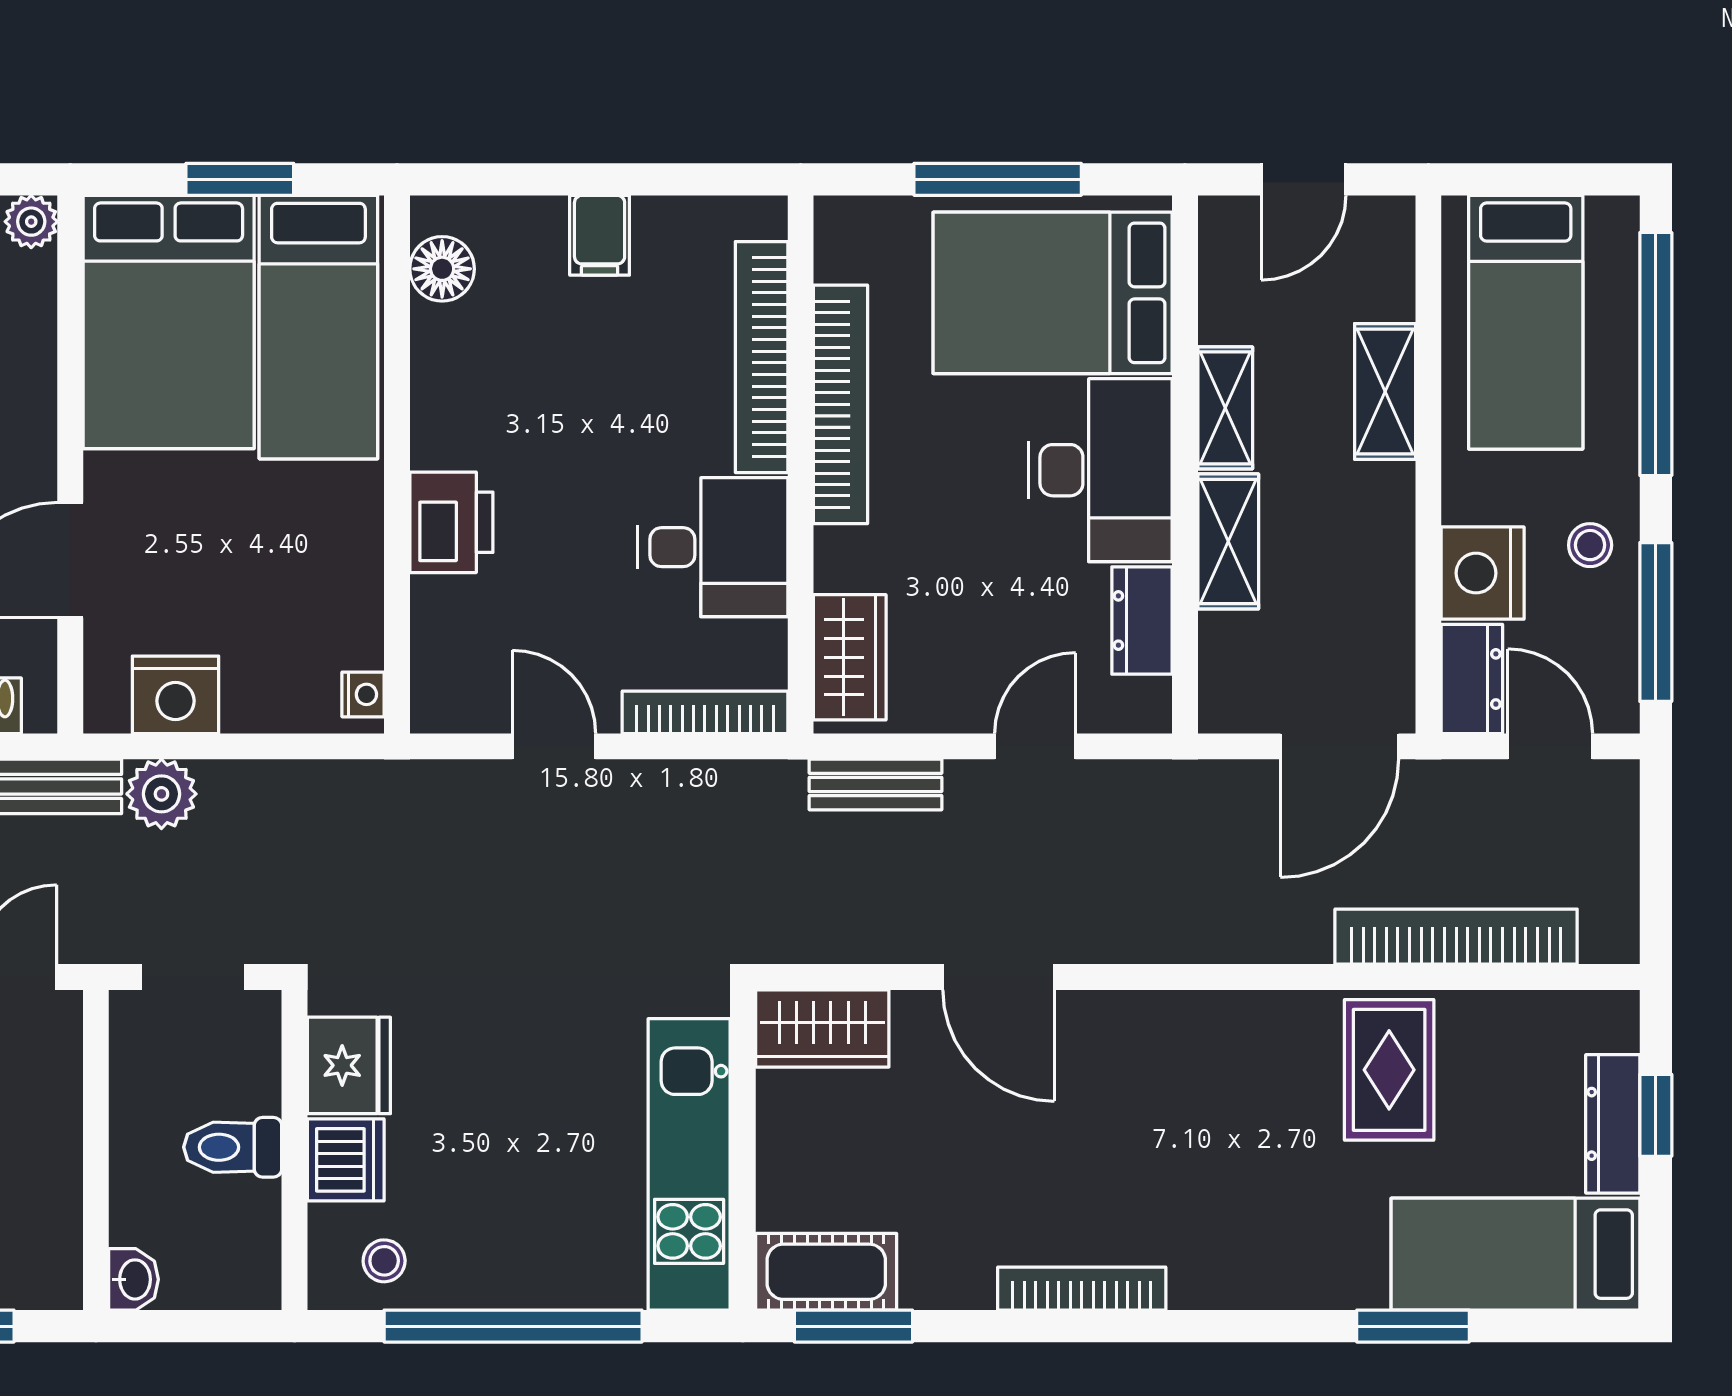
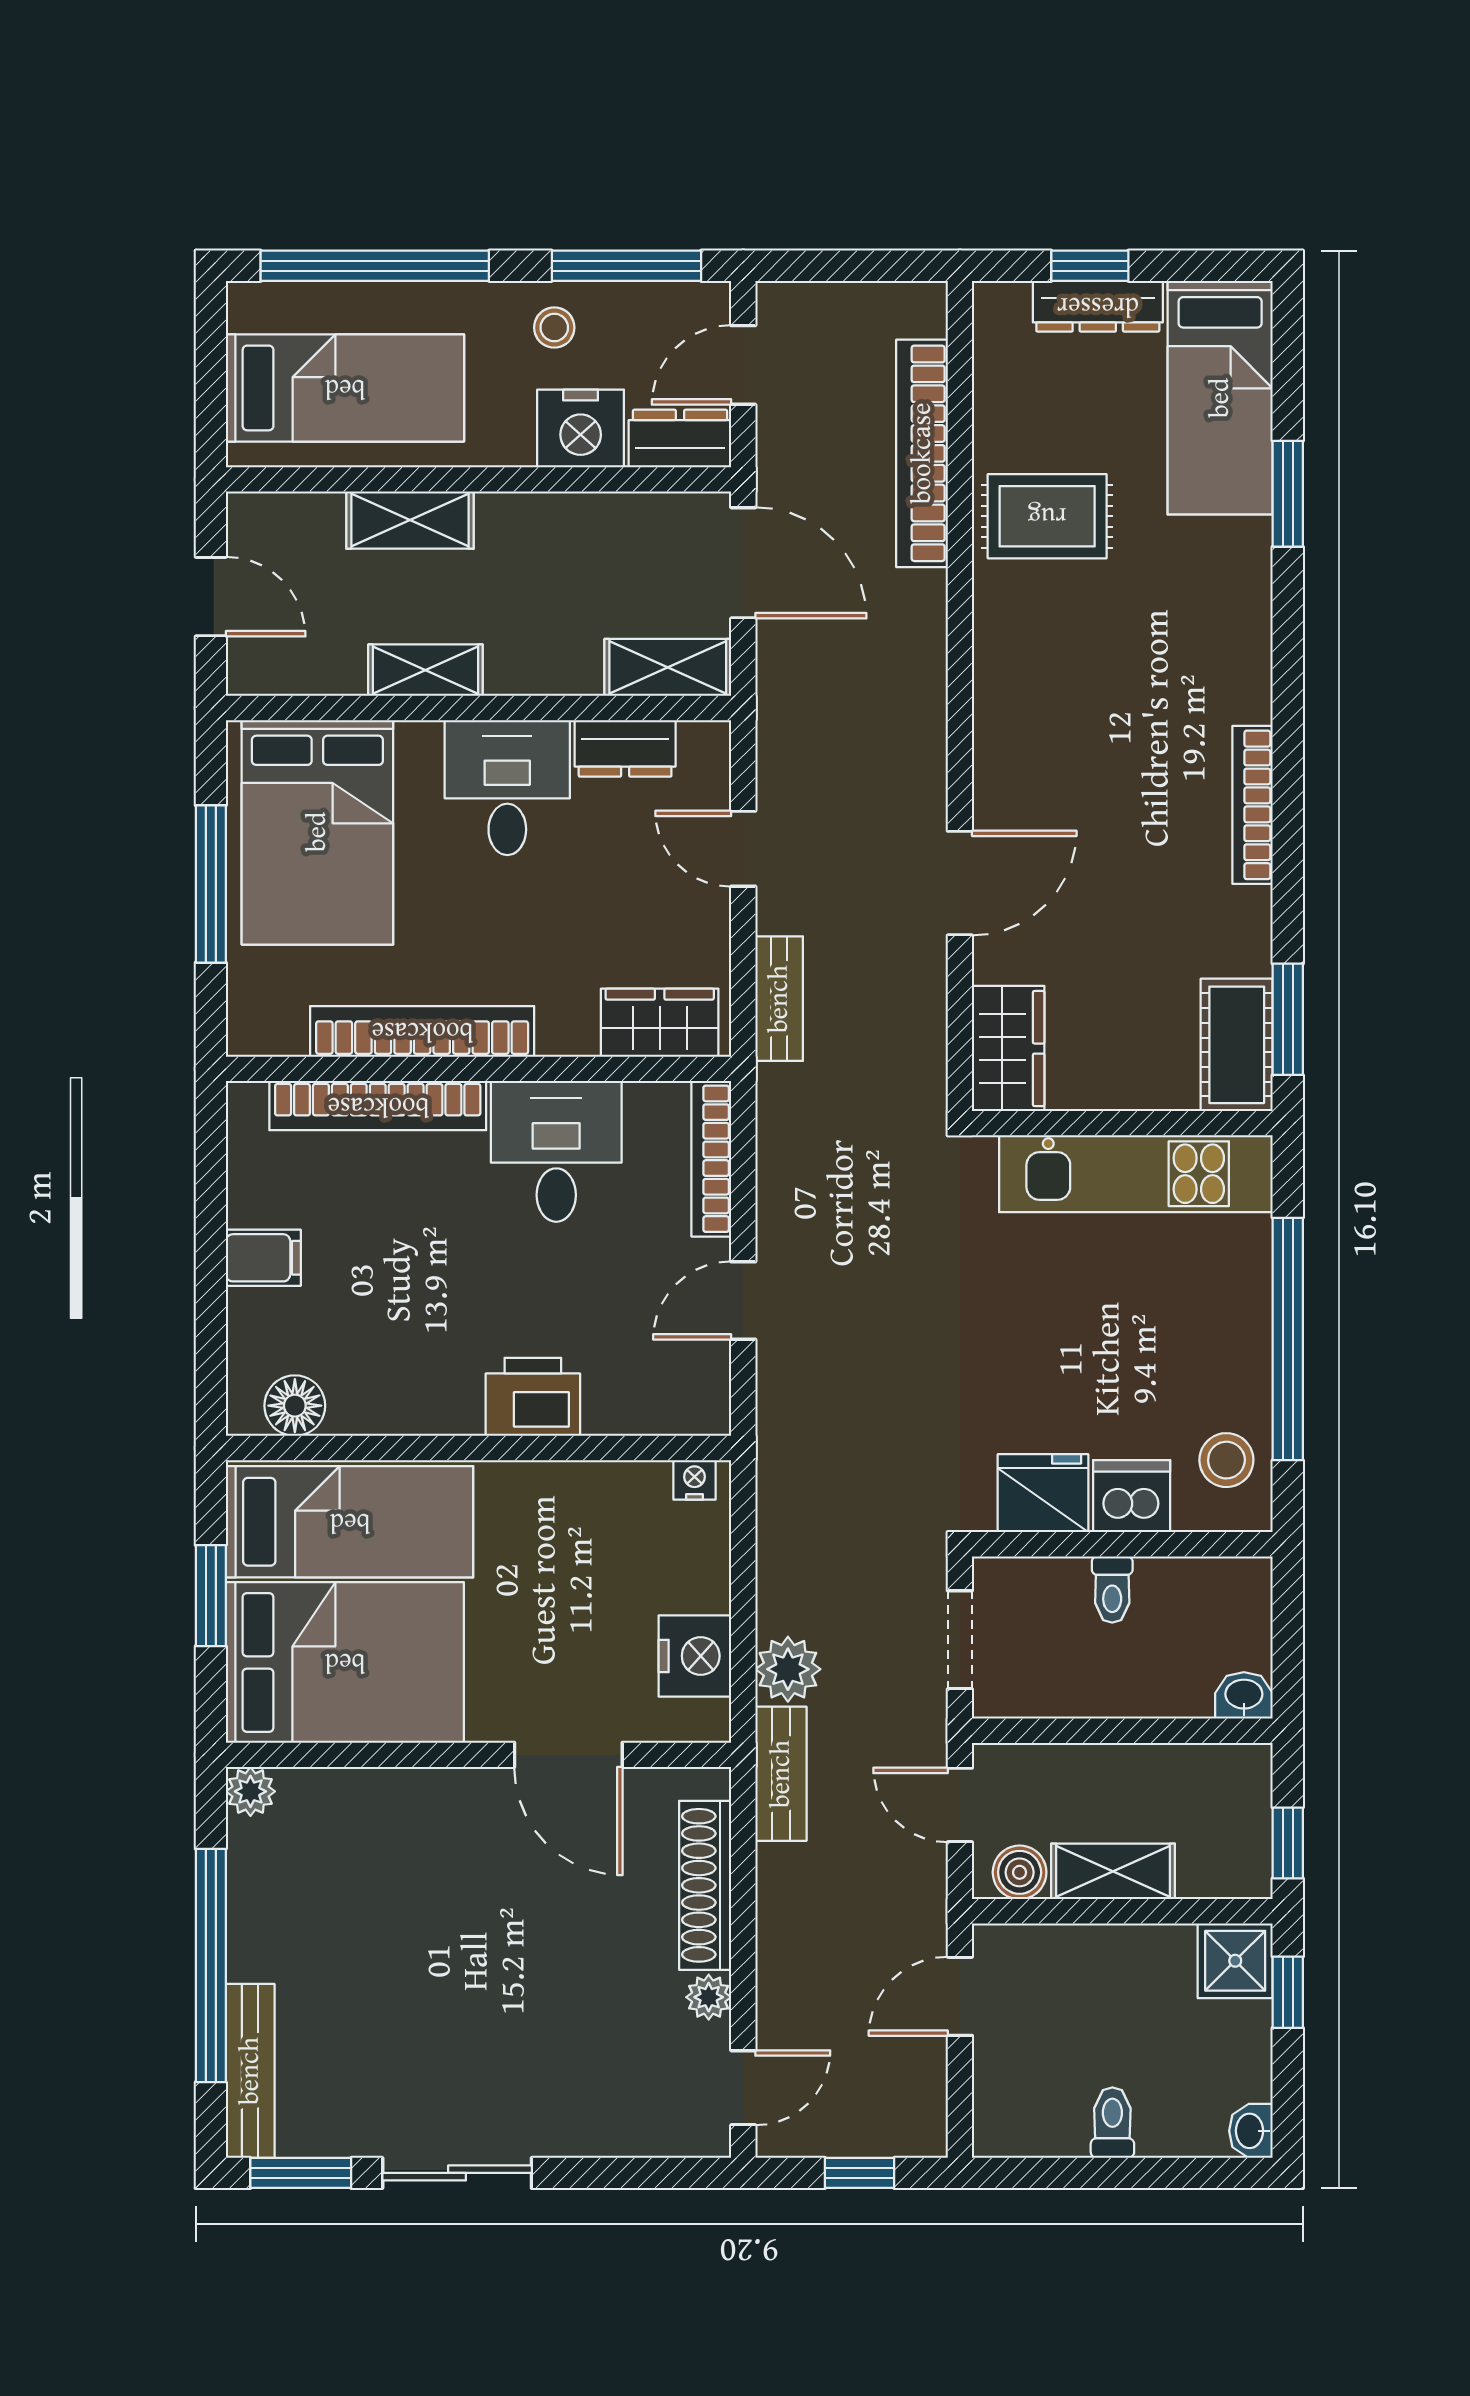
desk: (1100, 470) -> (507, 788), width x0.73
shelving: (1228, 541) -> (668, 667), moved
toilet: (233, 1147) -> (1112, 1589), width x0.73, depth x0.72
stool: (384, 1261) -> (1226, 1460), width x1.37, depth x1.37

